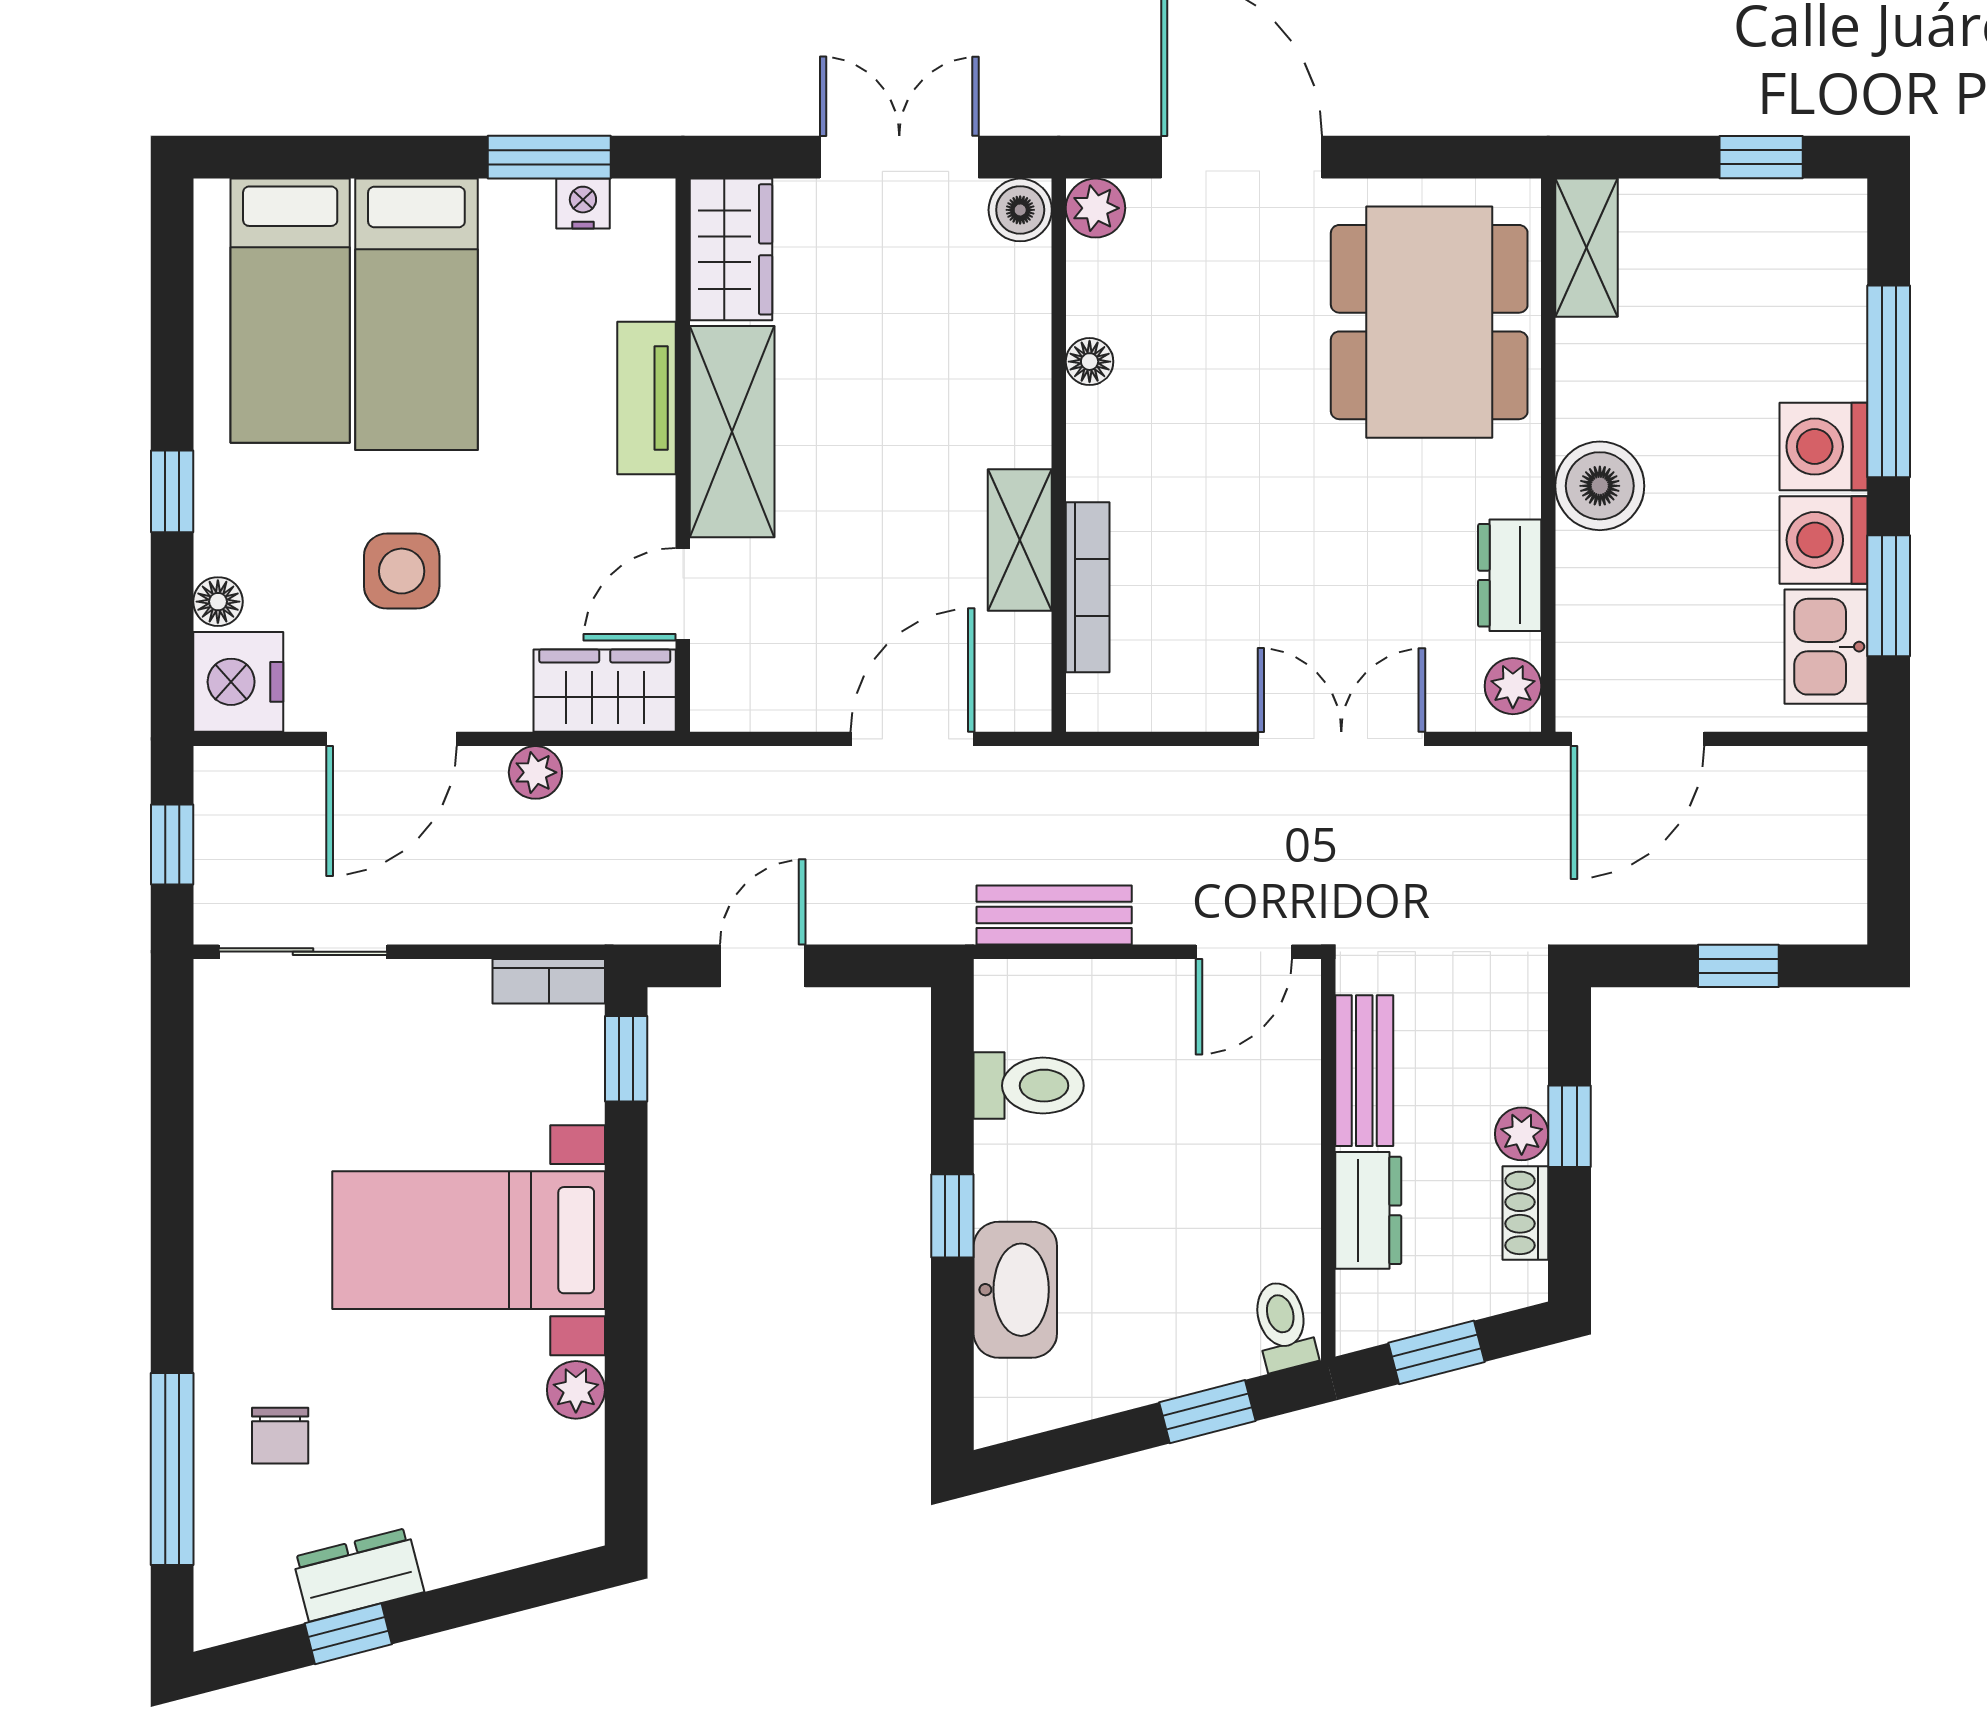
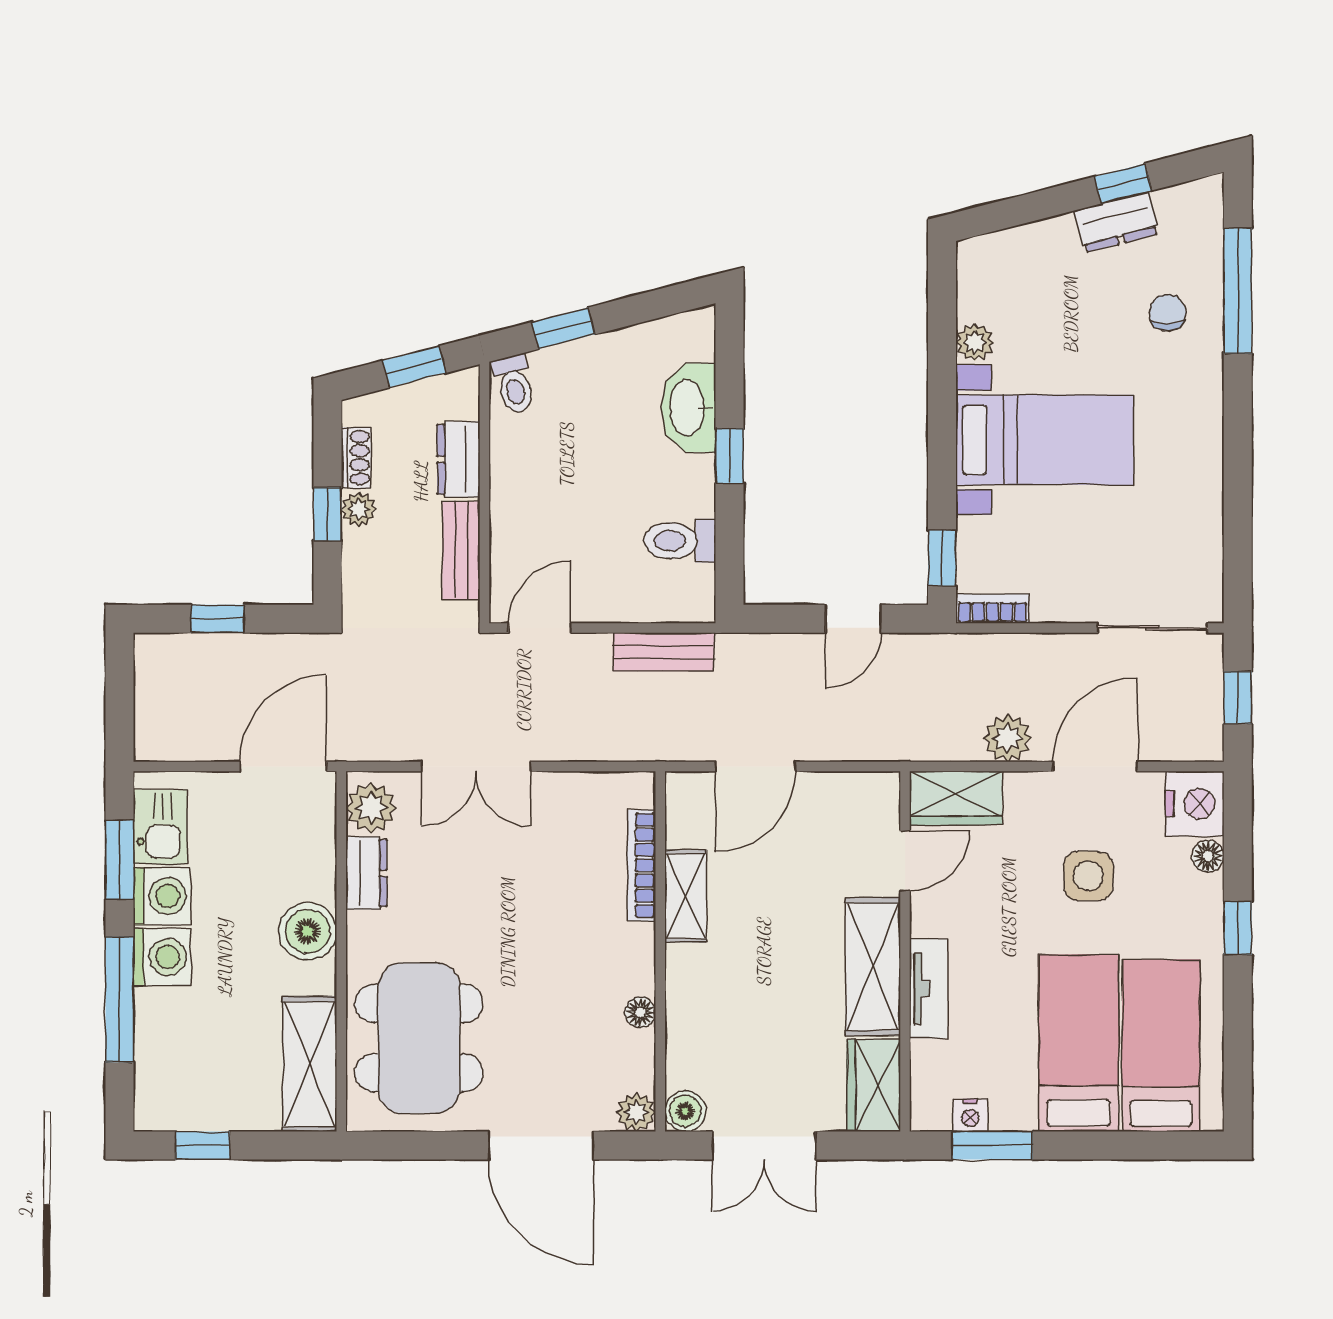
shelving: (1586, 248) -> (310, 1064), width x1.50, depth x1.33
plant: (1513, 686) -> (371, 808), width x1.38, depth x1.38
plant: (535, 772) -> (1008, 738), width x1.38, depth x1.38

